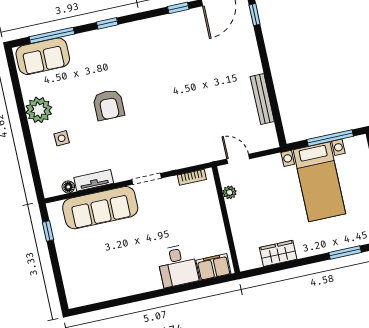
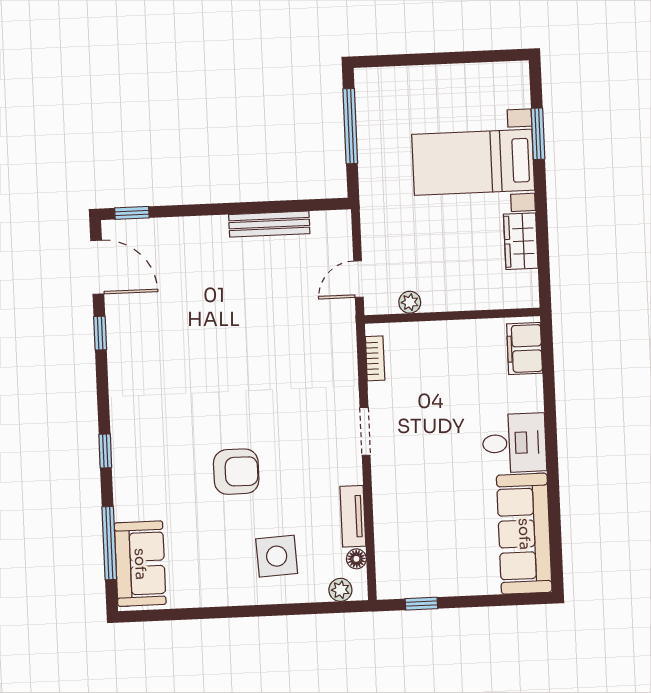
plant: (39, 110) -> (340, 590), moved, width x0.53, depth x0.53
side table: (62, 138) -> (277, 556), width x1.87, depth x1.87
bed with nightstands: (319, 182) -> (473, 162), moved, turned 180
sofa: (100, 208) -> (524, 534), moved, turned 180
desk: (177, 266) -> (514, 443), moved

